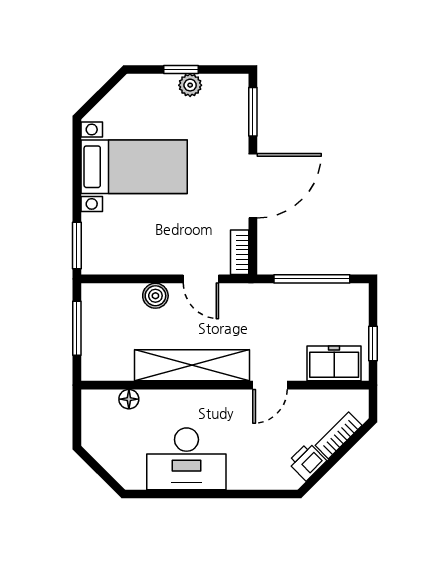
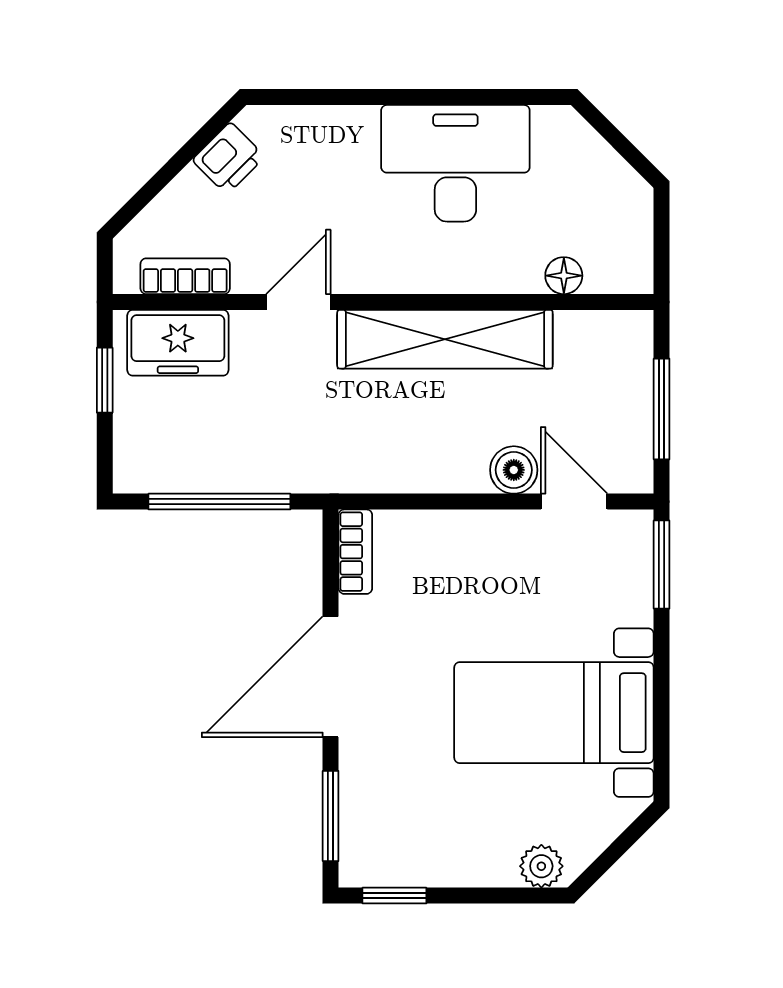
window: (181, 69) -> (394, 896), moved
plant: (190, 85) -> (541, 866), moved
door: (201, 279) -> (574, 502), moved
bookcase: (339, 435) -> (185, 276), moved, turned -135

